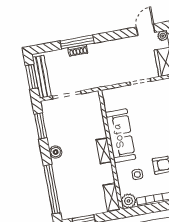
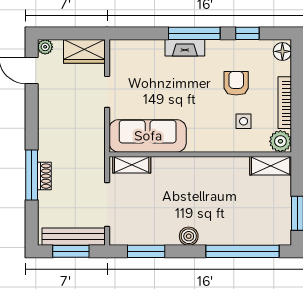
sofa: (120, 136) -> (148, 136), moved
shelving: (104, 151) -> (132, 165), moved

